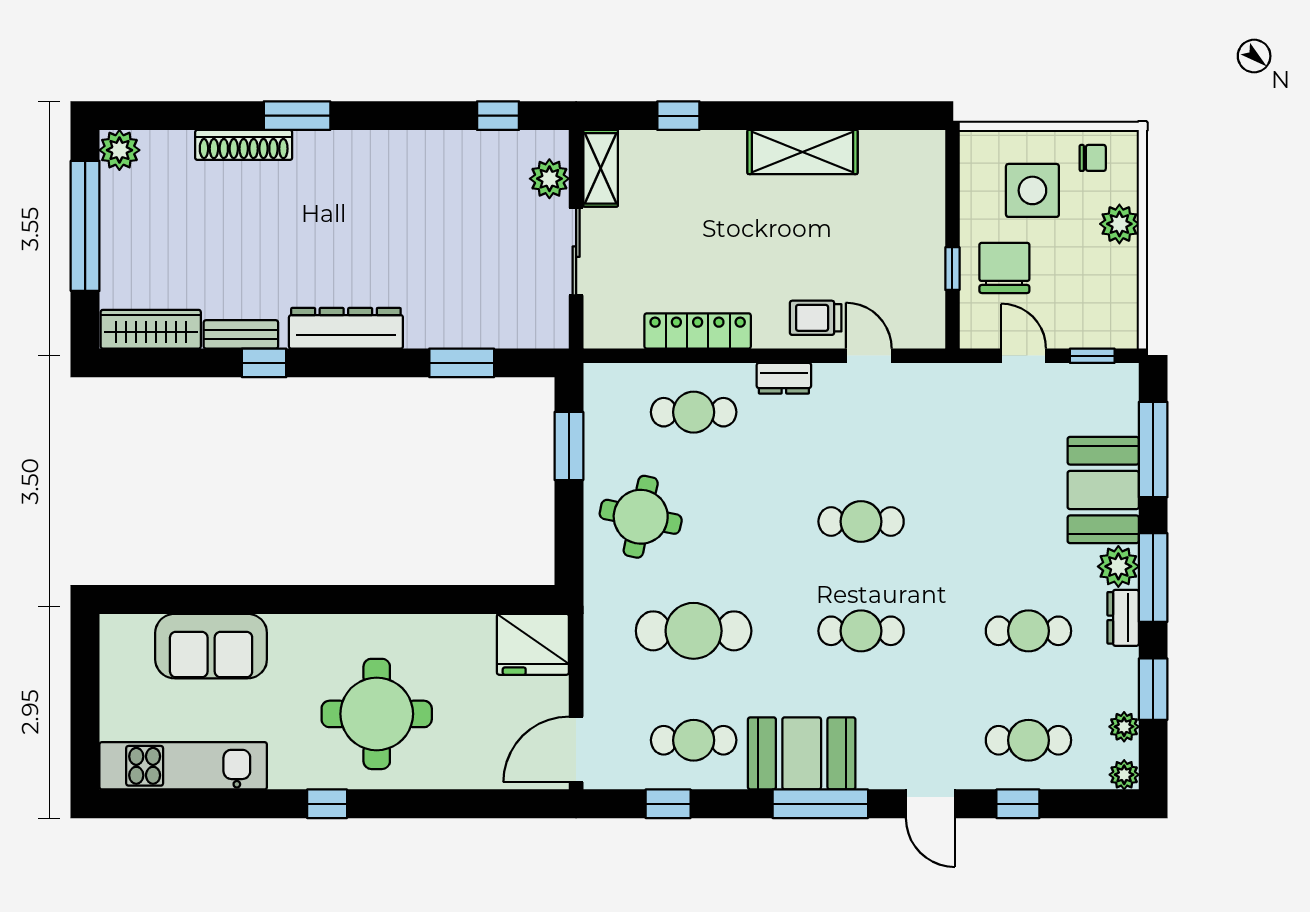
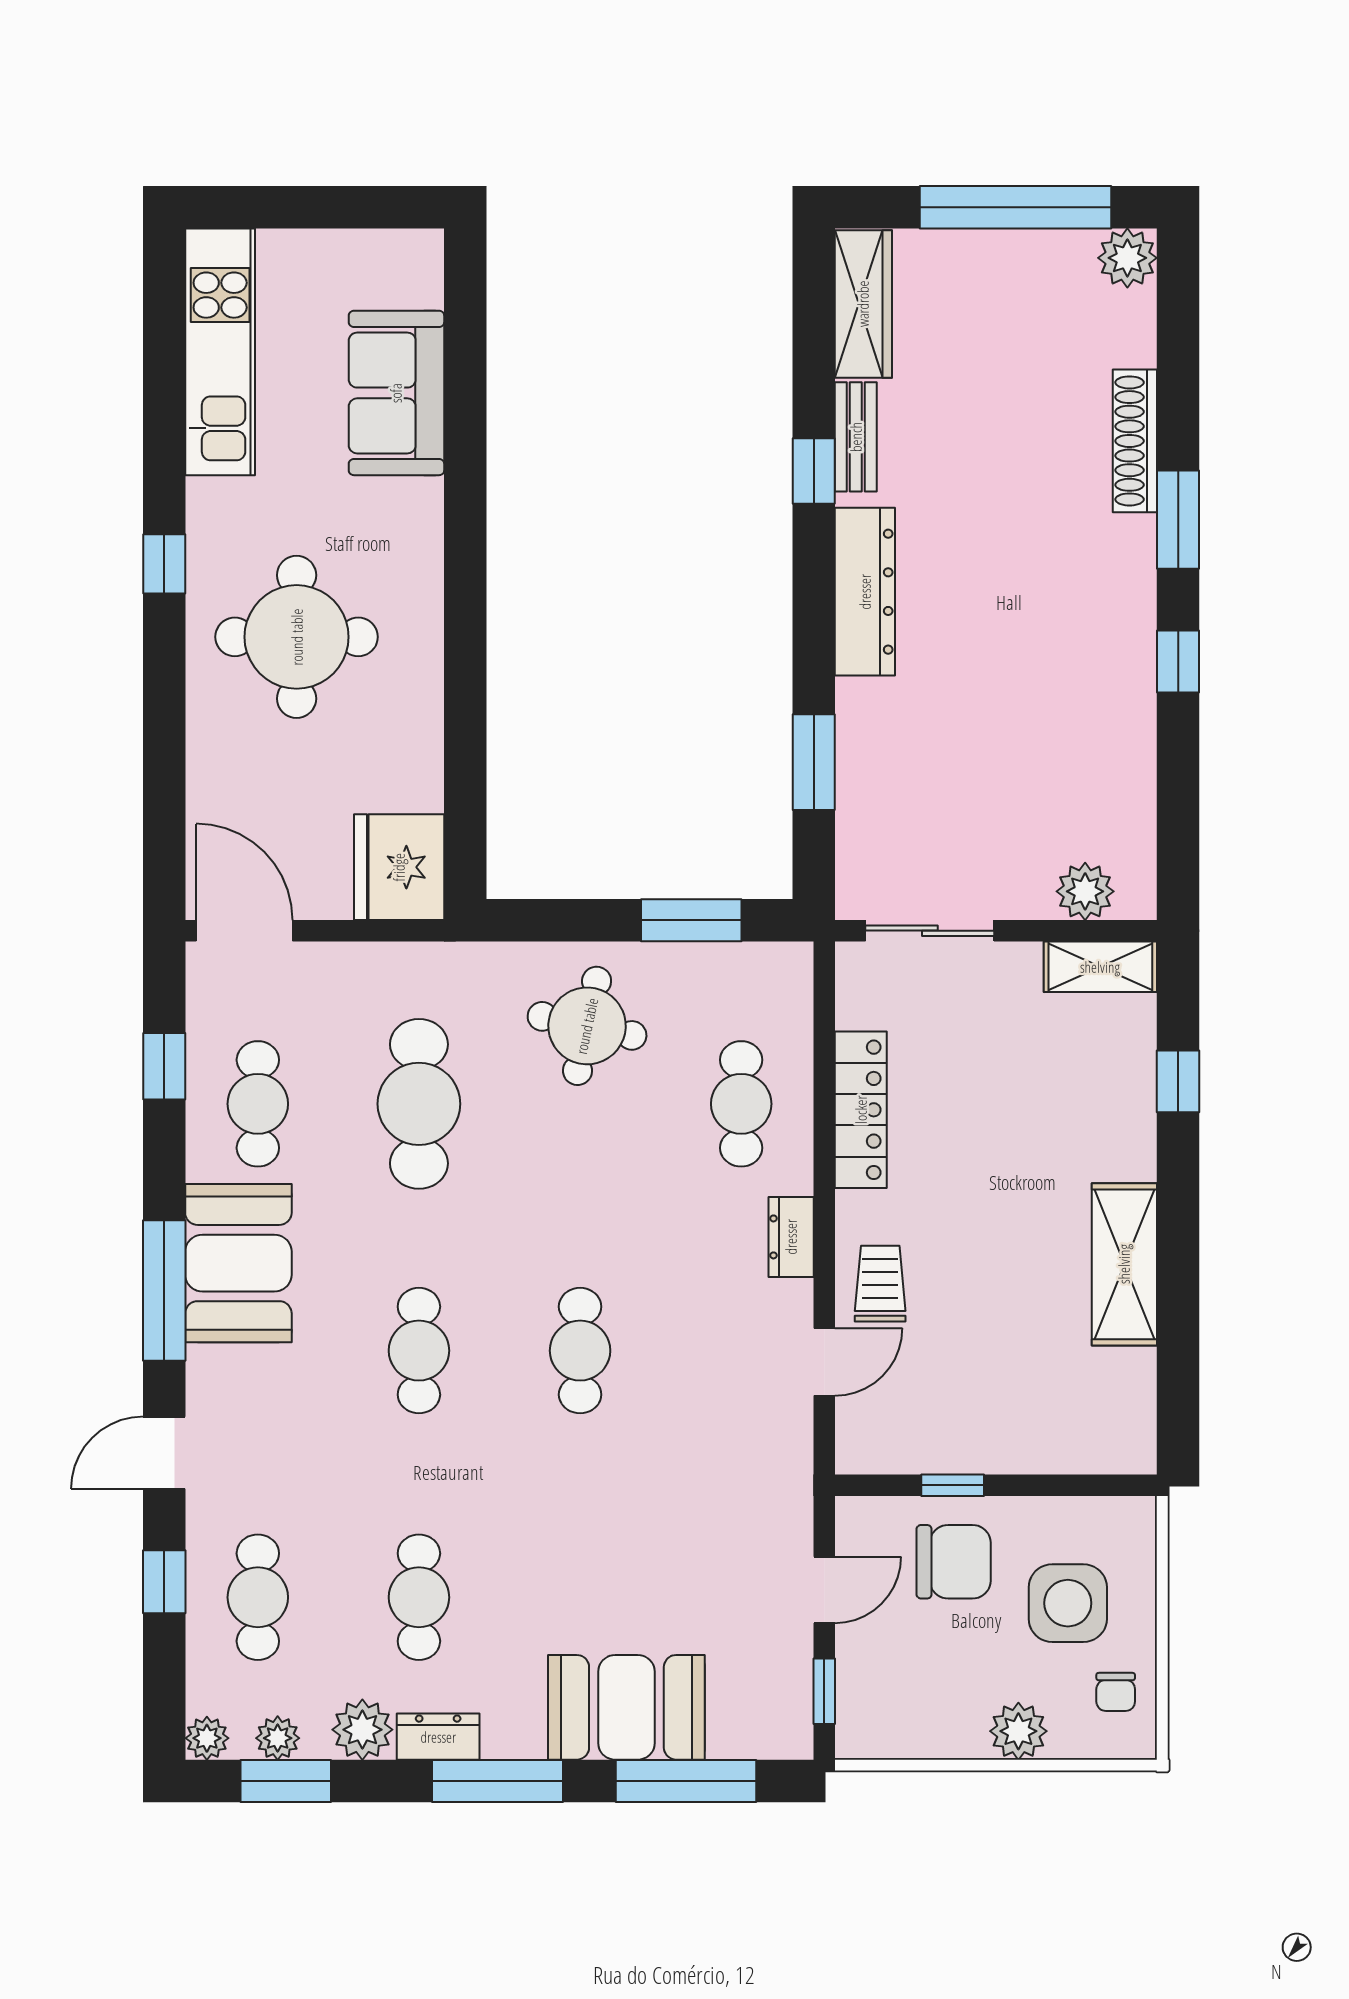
window: (498, 116) -> (1178, 661), moved
sliding door: (576, 252) -> (930, 931), moved
plant: (1118, 566) -> (362, 1730), moved
window: (1153, 689) -> (286, 1781), moved

